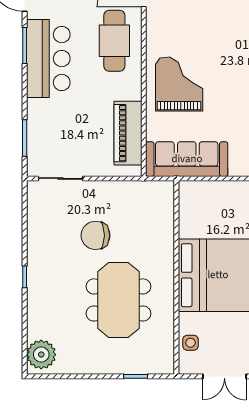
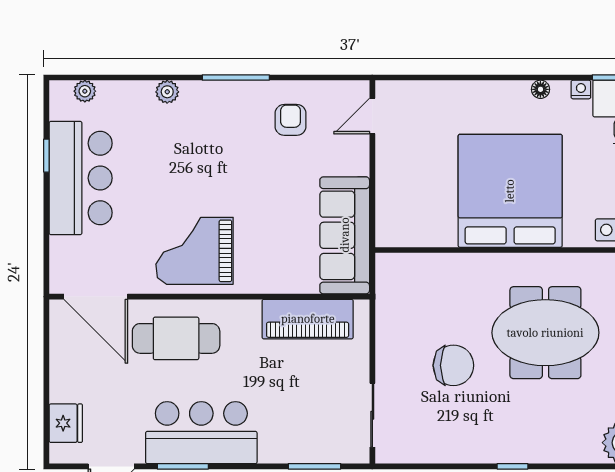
grand piano: (179, 84) -> (194, 251), moved
chair: (95, 235) -> (453, 365), turned -90

